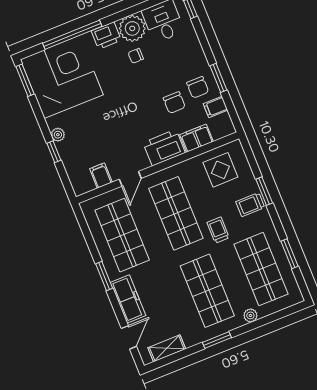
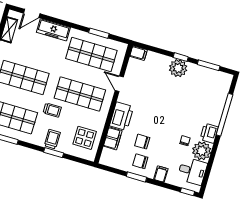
corner desk: (62, 77) -> (206, 90), removed
window: (25, 80) -> (209, 65), moved
filing cabinet: (216, 107) -> (161, 174), moved
plant: (58, 135) -> (178, 68), width x1.88, depth x1.88
window: (54, 152) -> (181, 57), moved
filing cabinet: (101, 176) -> (138, 53), moved
window: (104, 276) -> (99, 33), moved
door: (129, 337) -> (32, 13), hinge flipped

